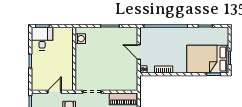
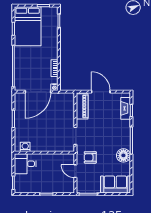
desk: (42, 39) -> (25, 164), moved
door: (139, 52) -> (38, 92), width x1.87
bed: (208, 59) -> (28, 26), moved

